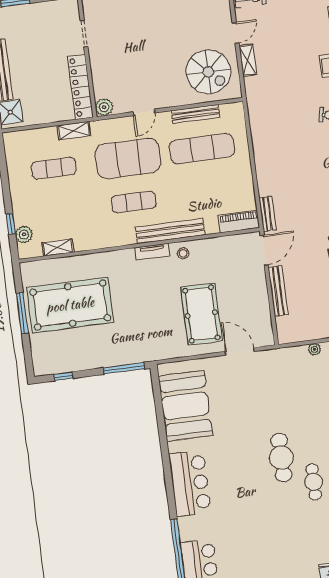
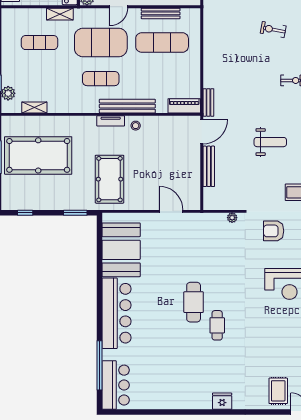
pool table: (201, 314) -> (110, 179), moved
window: (124, 368) -> (75, 213), width x0.69
bar counter: (190, 483) -> (116, 313), width x1.36

